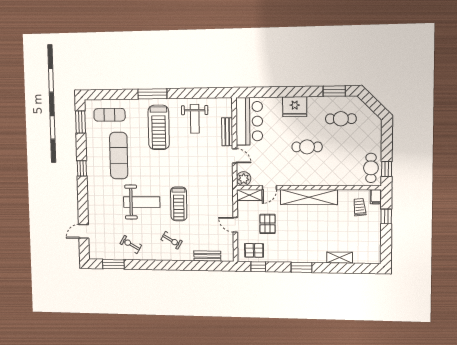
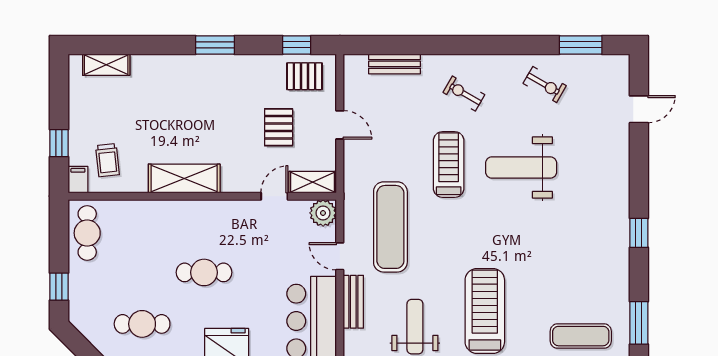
exercise mat: (119, 156) -> (390, 227), moved
window: (387, 169) -> (59, 287), moved
shelving: (309, 197) -> (184, 178), width x0.68
shelving: (340, 258) -> (106, 65), moved

